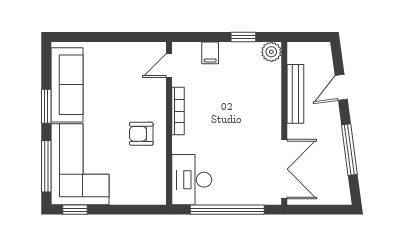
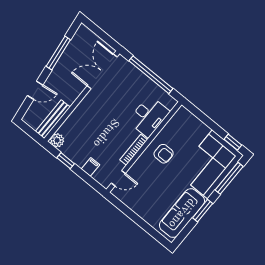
bench: (295, 94) -> (53, 119), moved
desk: (192, 180) -> (149, 116), moved

